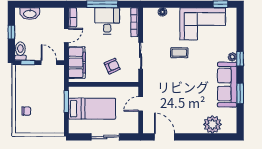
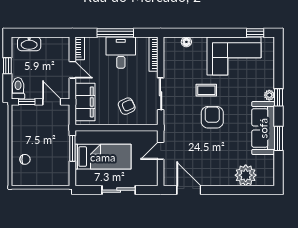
door: (66, 35) -> (72, 70), hinge flipped
armchair: (184, 76) -> (212, 117), added

